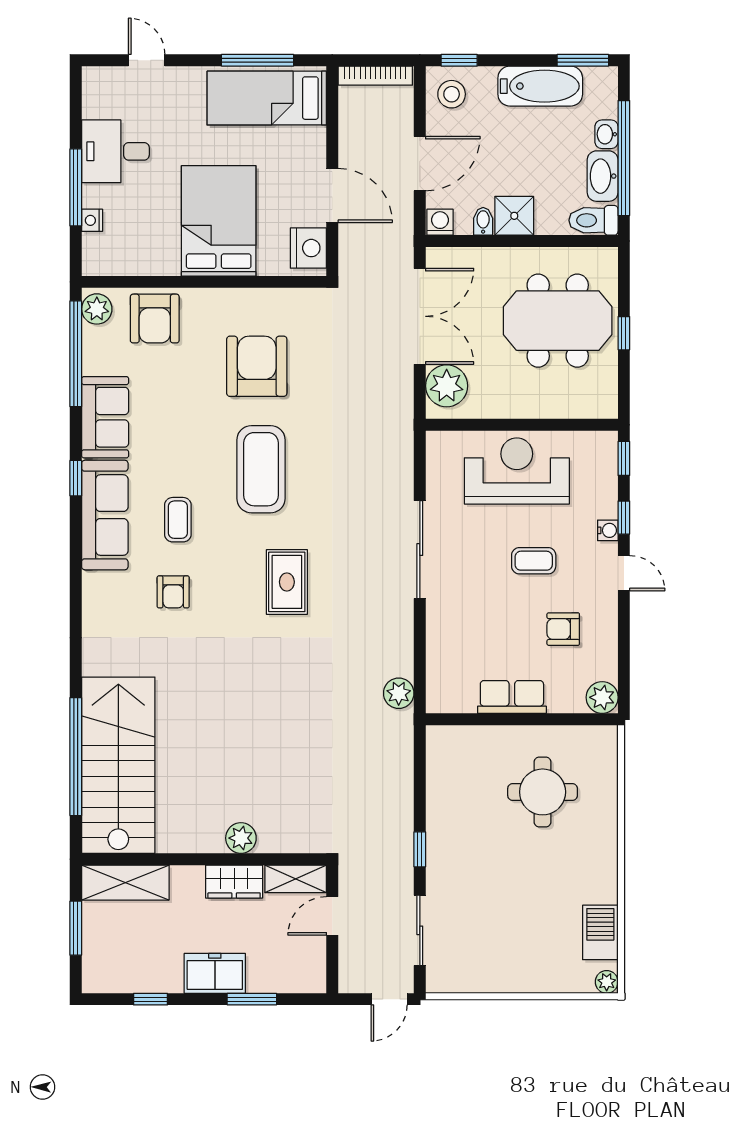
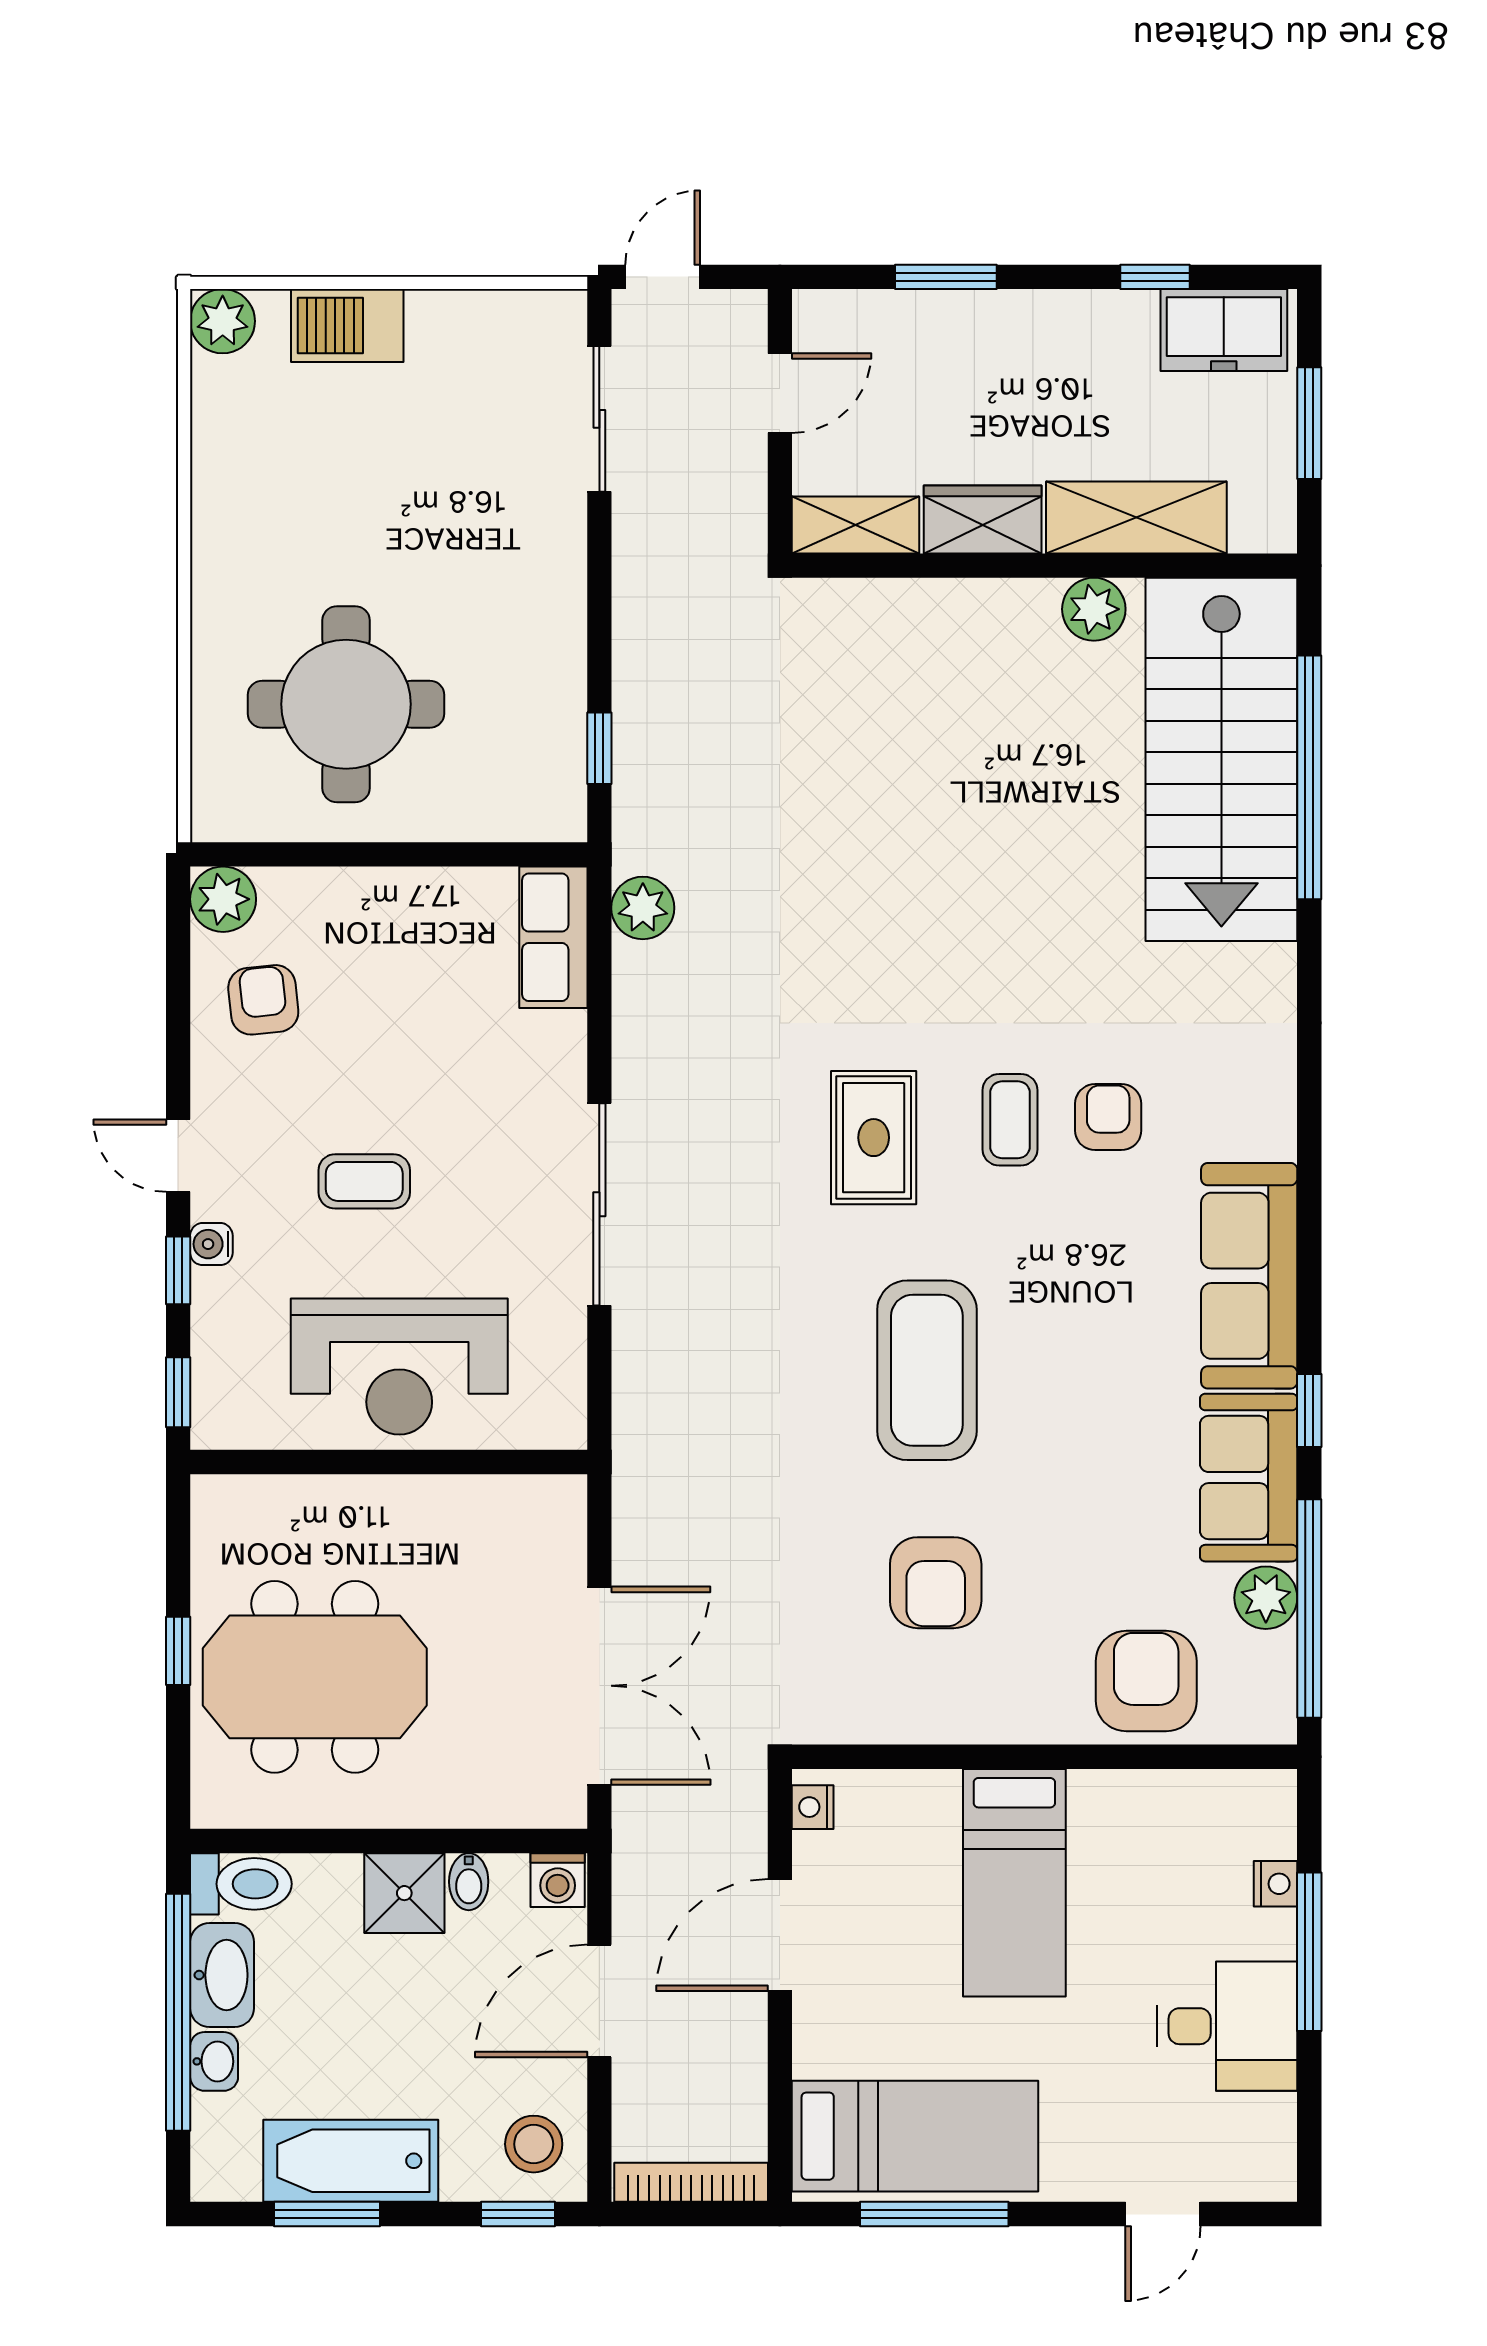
door: (147, 60) -> (1163, 2214), hinge flipped
window: (583, 60) -> (327, 2214), moved
door: (332, 195) -> (780, 1935), hinge flipped
bed: (219, 221) -> (1014, 1883), width x0.67
nightstand: (308, 248) -> (813, 1807), width x0.53, depth x0.56
plant: (97, 309) -> (1266, 1598), moved
double door: (420, 316) -> (599, 1686), swing flipped
armchair: (257, 366) -> (936, 1583), width x0.73, depth x0.73
plant: (447, 386) -> (544, 1542), removed
window: (76, 478) -> (1309, 1410), moved
coffee table: (178, 520) -> (1010, 1120), moved
armchair: (563, 629) -> (263, 1000), moved, turned -96
row of seats: (512, 697) -> (553, 937), moved, turned 90
round table: (543, 792) -> (346, 704), width x1.36, depth x1.36
plant: (241, 838) -> (1094, 609), moved
window: (420, 849) -> (599, 748), moved
shelving: (125, 883) -> (1136, 517), moved
door: (332, 916) -> (780, 393), moved
barbecue: (600, 932) -> (347, 325), moved, turned 90
freezer: (215, 973) -> (1224, 330), moved
plant: (607, 982) -> (223, 321), width x1.38, depth x1.38

